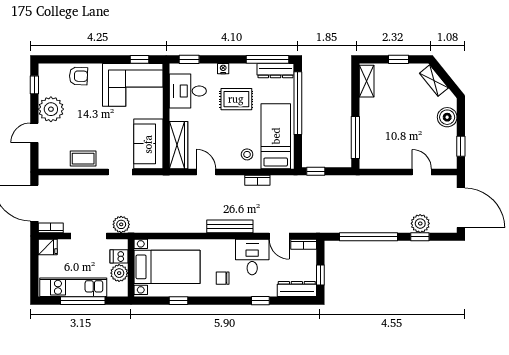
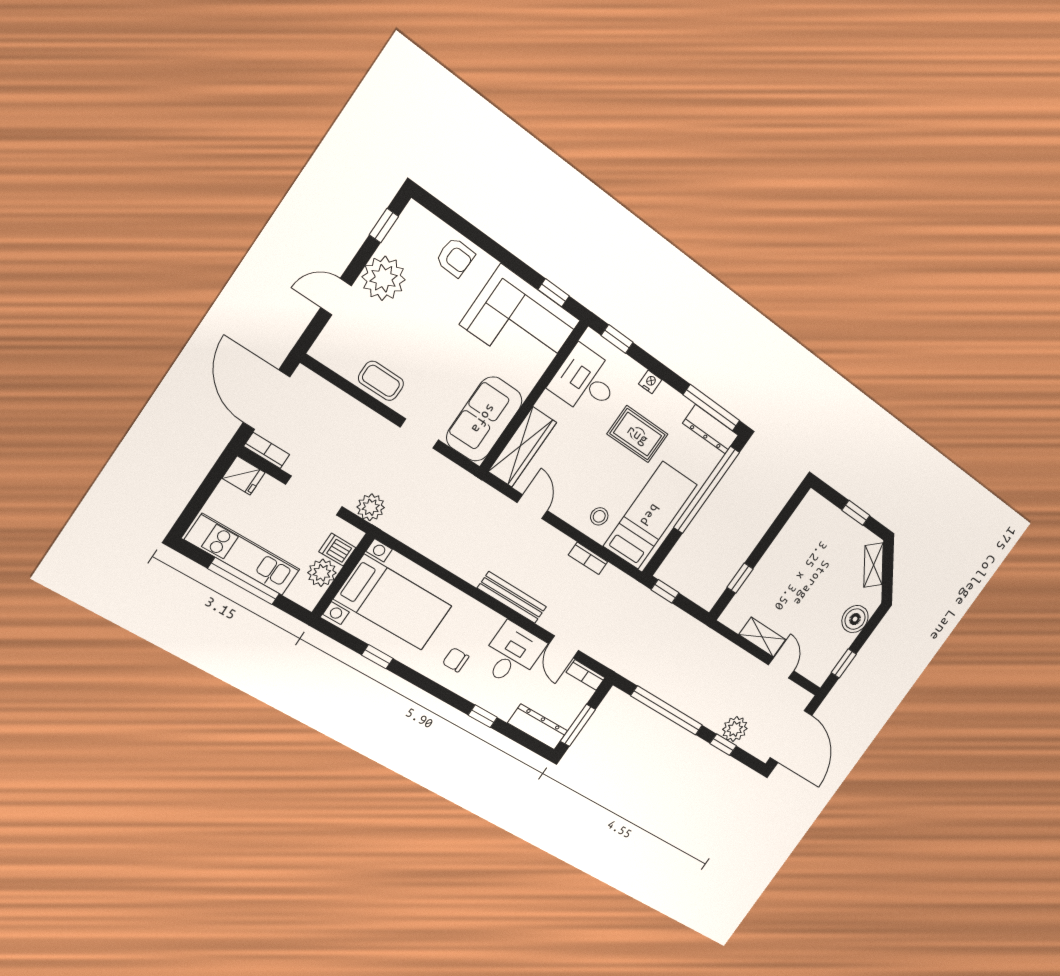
shelving: (367, 81) -> (762, 637), moved, turned 90
window: (355, 137) -> (740, 578), width x0.46
window: (320, 275) -> (578, 725), width x1.50

